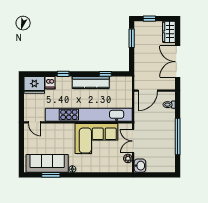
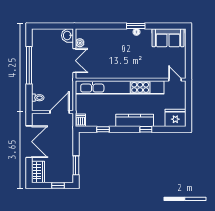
kitchen counter: (91, 82) -> (135, 120), moved
dishwasher: (50, 83) -> (81, 120), moved
corner sofa: (96, 139) -> (112, 63), removed
sofa: (47, 163) -> (168, 38), width x0.73
window: (51, 175) -> (136, 26), moved

